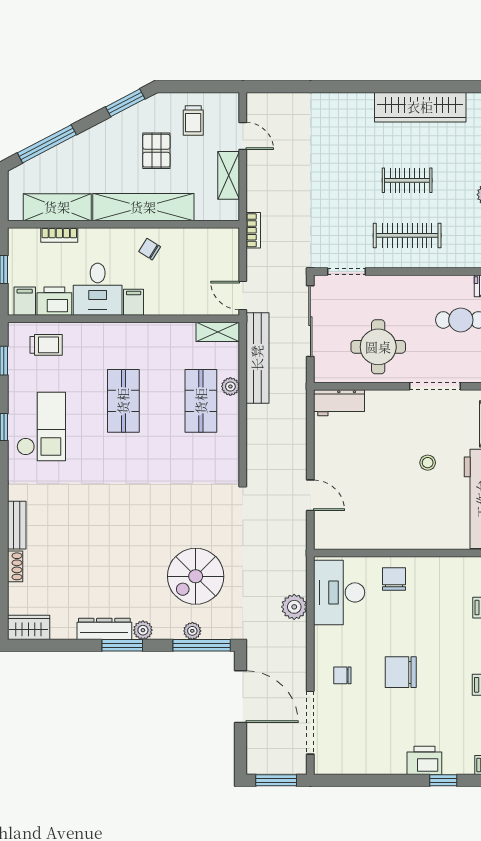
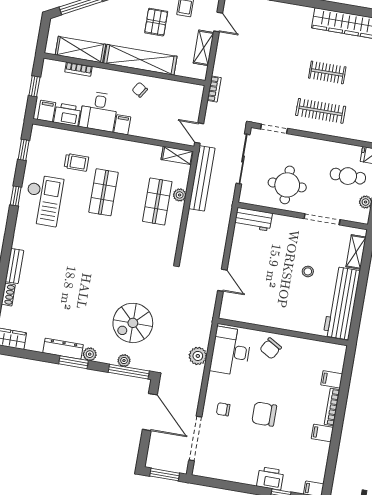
trolley: (46, 345) -> (76, 162), moved
chair: (394, 579) -> (271, 348), turned -150

